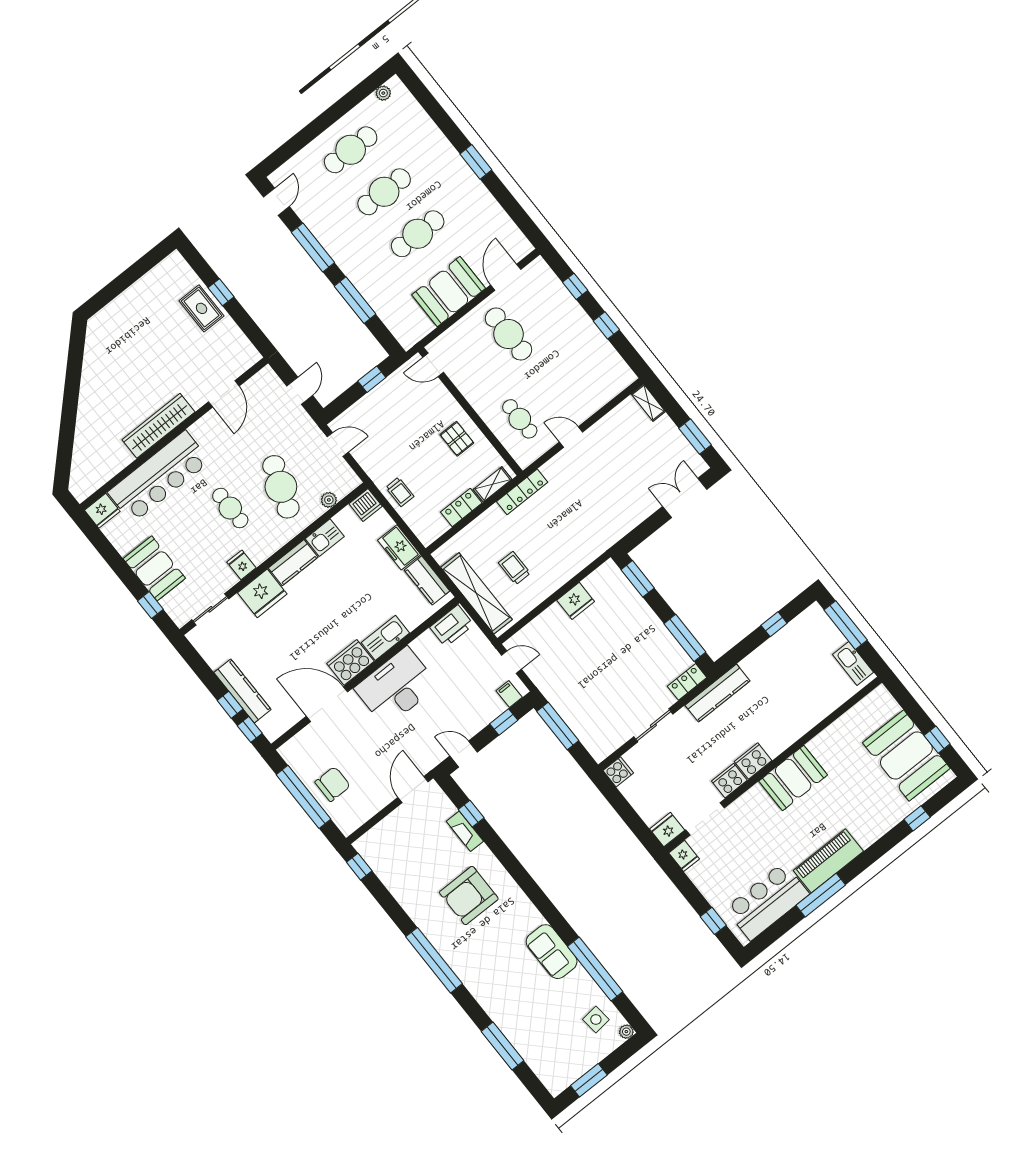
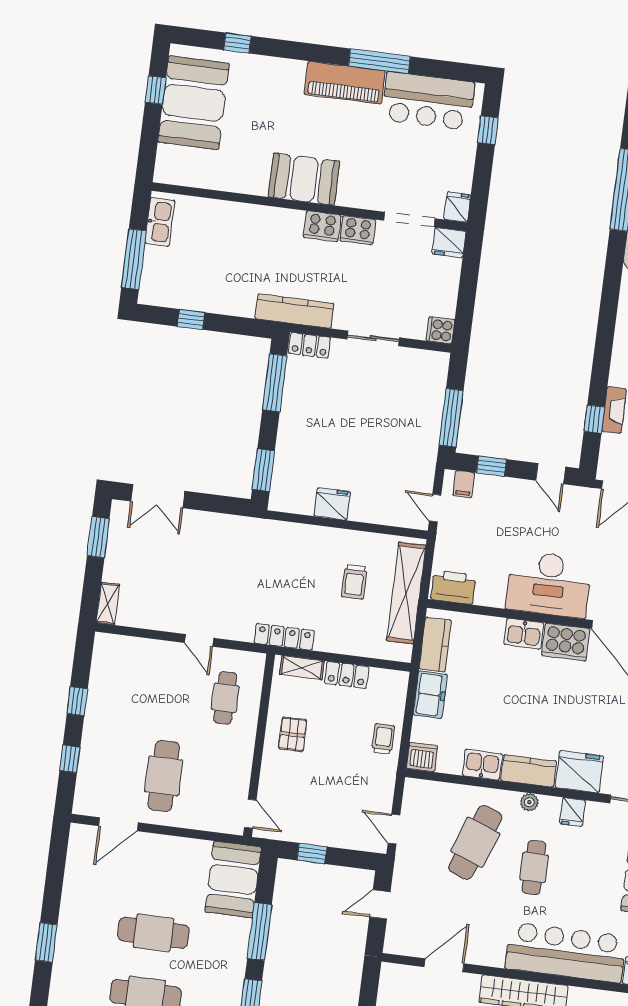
booth: (449, 291) -> (233, 879), moved, turned 90
plant: (329, 500) -> (529, 802), moved
kitchen sink: (385, 638) -> (524, 634), width x0.73

